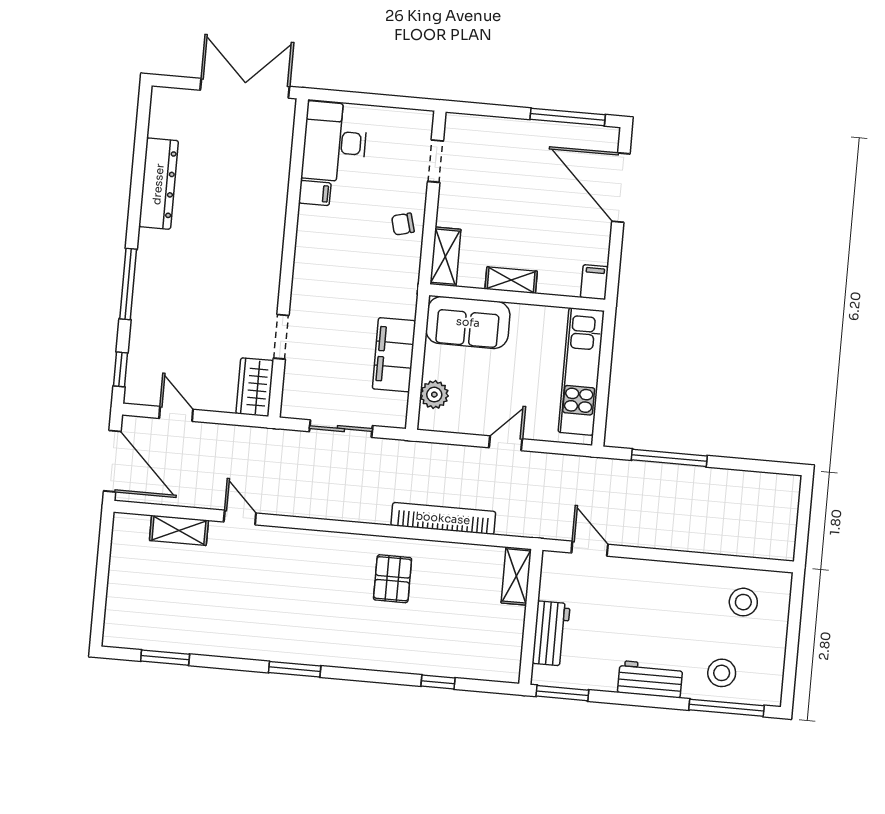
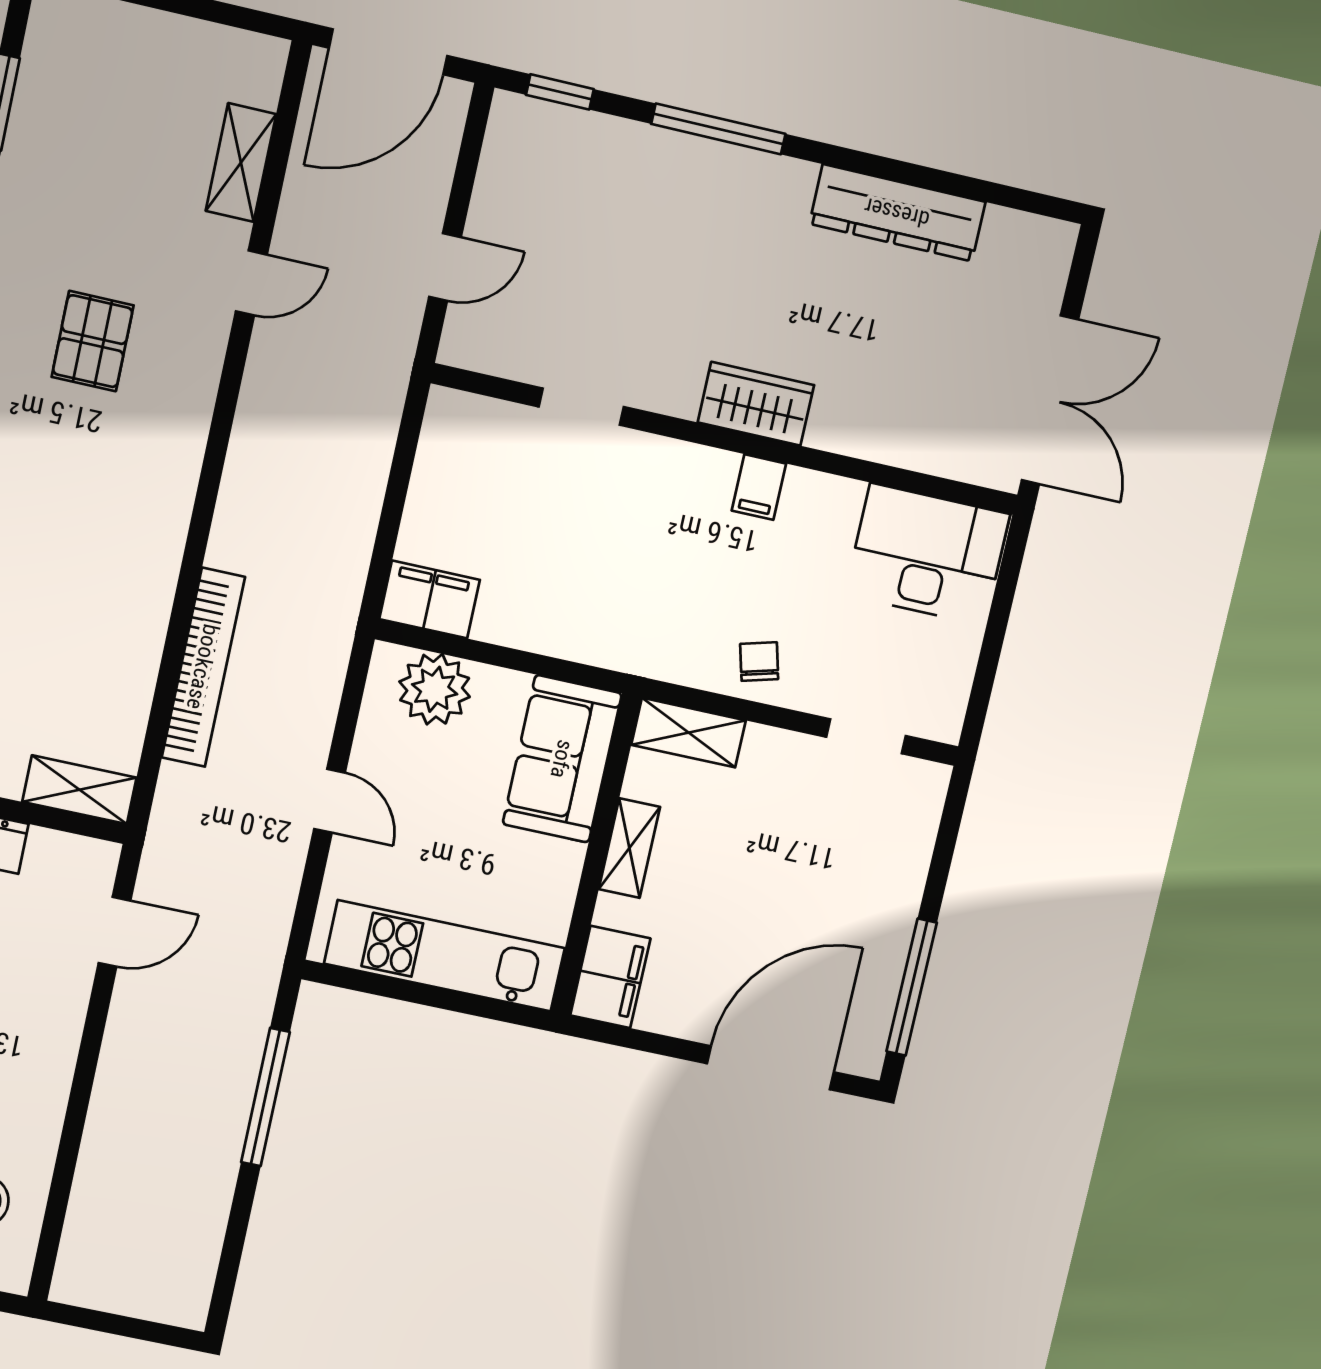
filing cabinet: (315, 193) -> (759, 487), moved
filing cabinet: (594, 282) -> (610, 977), width x2.00
filing cabinet: (394, 355) -> (430, 599), moved, width x0.67, depth x0.86
wardrobe: (255, 387) -> (756, 404), moved
plant: (434, 395) -> (435, 689), width x1.36, depth x1.36
door: (176, 414) -> (445, 267), moved
sliding door: (341, 429) -> (395, 497), removed
pallet: (393, 579) -> (93, 341), moved, turned 90

